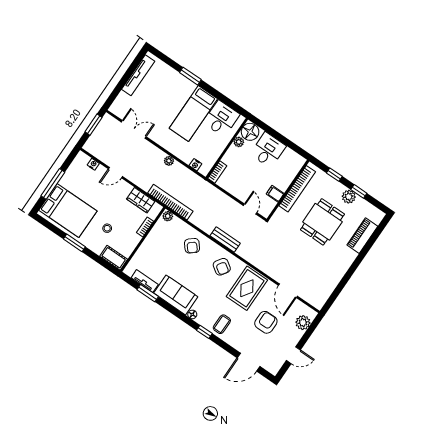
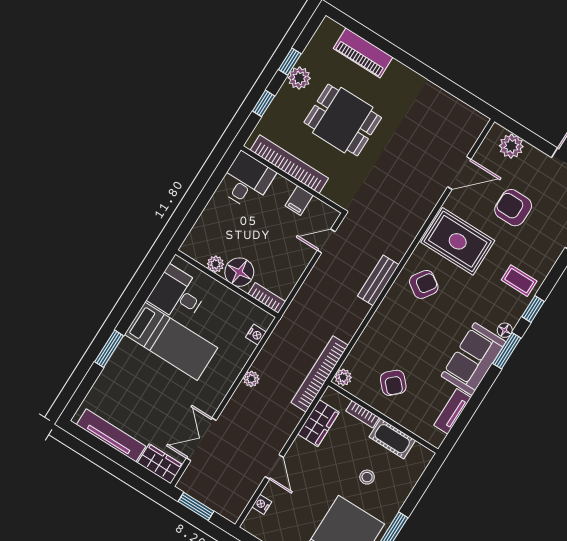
wardrobe: (120, 104) -> (160, 464), added
floor lamp: (250, 132) -> (239, 272), moved
desk: (268, 150) -> (247, 181), moved, turned 90
armchair: (192, 246) -> (393, 383), moved, turned 87
cot: (114, 258) -> (392, 439), moved, turned 90
window: (148, 293) -> (507, 351), moved

